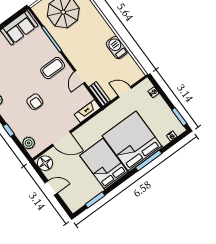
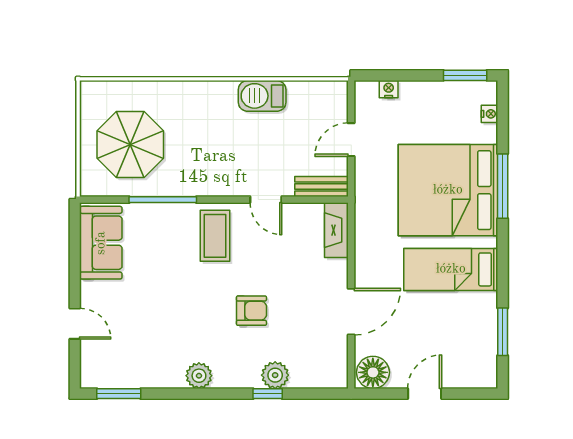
plant: (29, 143) -> (275, 375), moved
bed: (104, 164) -> (451, 269), width x0.67

